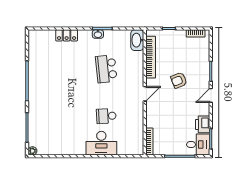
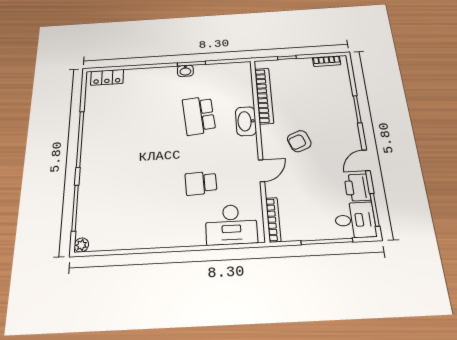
locker: (67, 35) -> (107, 77), moved
washbasin: (137, 40) -> (246, 121), moved
armchair: (179, 80) -> (299, 141), moved
door: (145, 94) -> (261, 171), moved
door: (211, 95) -> (366, 160), moved
desk: (101, 143) -> (231, 224), moved

